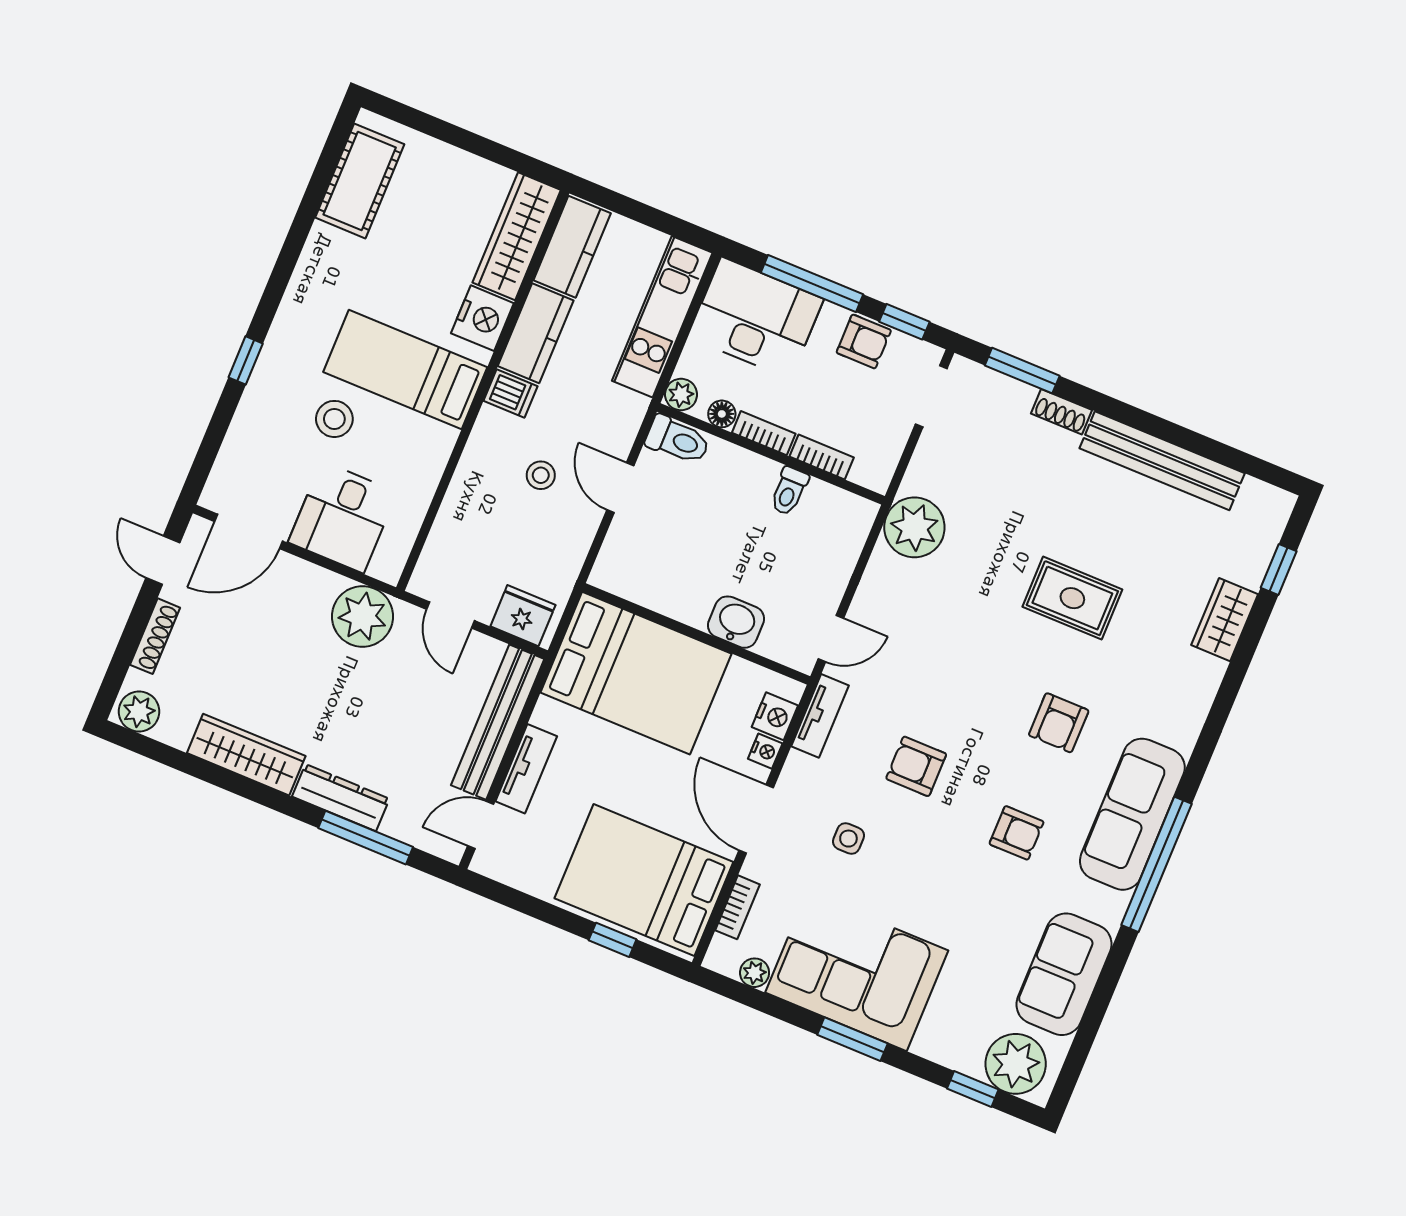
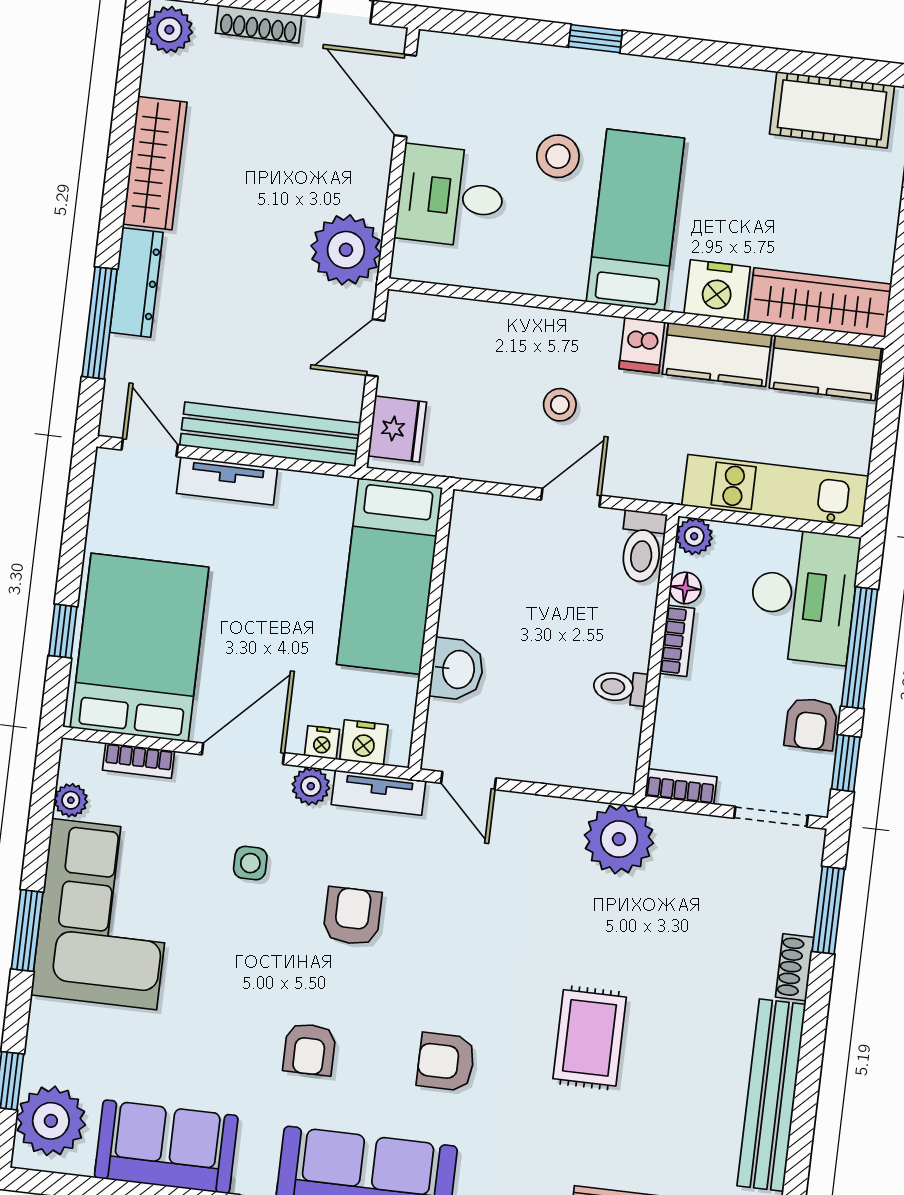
bookcase: (822, 457) -> (681, 787), moved, turned -90
bed: (636, 673) -> (390, 576), width x0.67
plant: (799, 770) -> (311, 786), added

